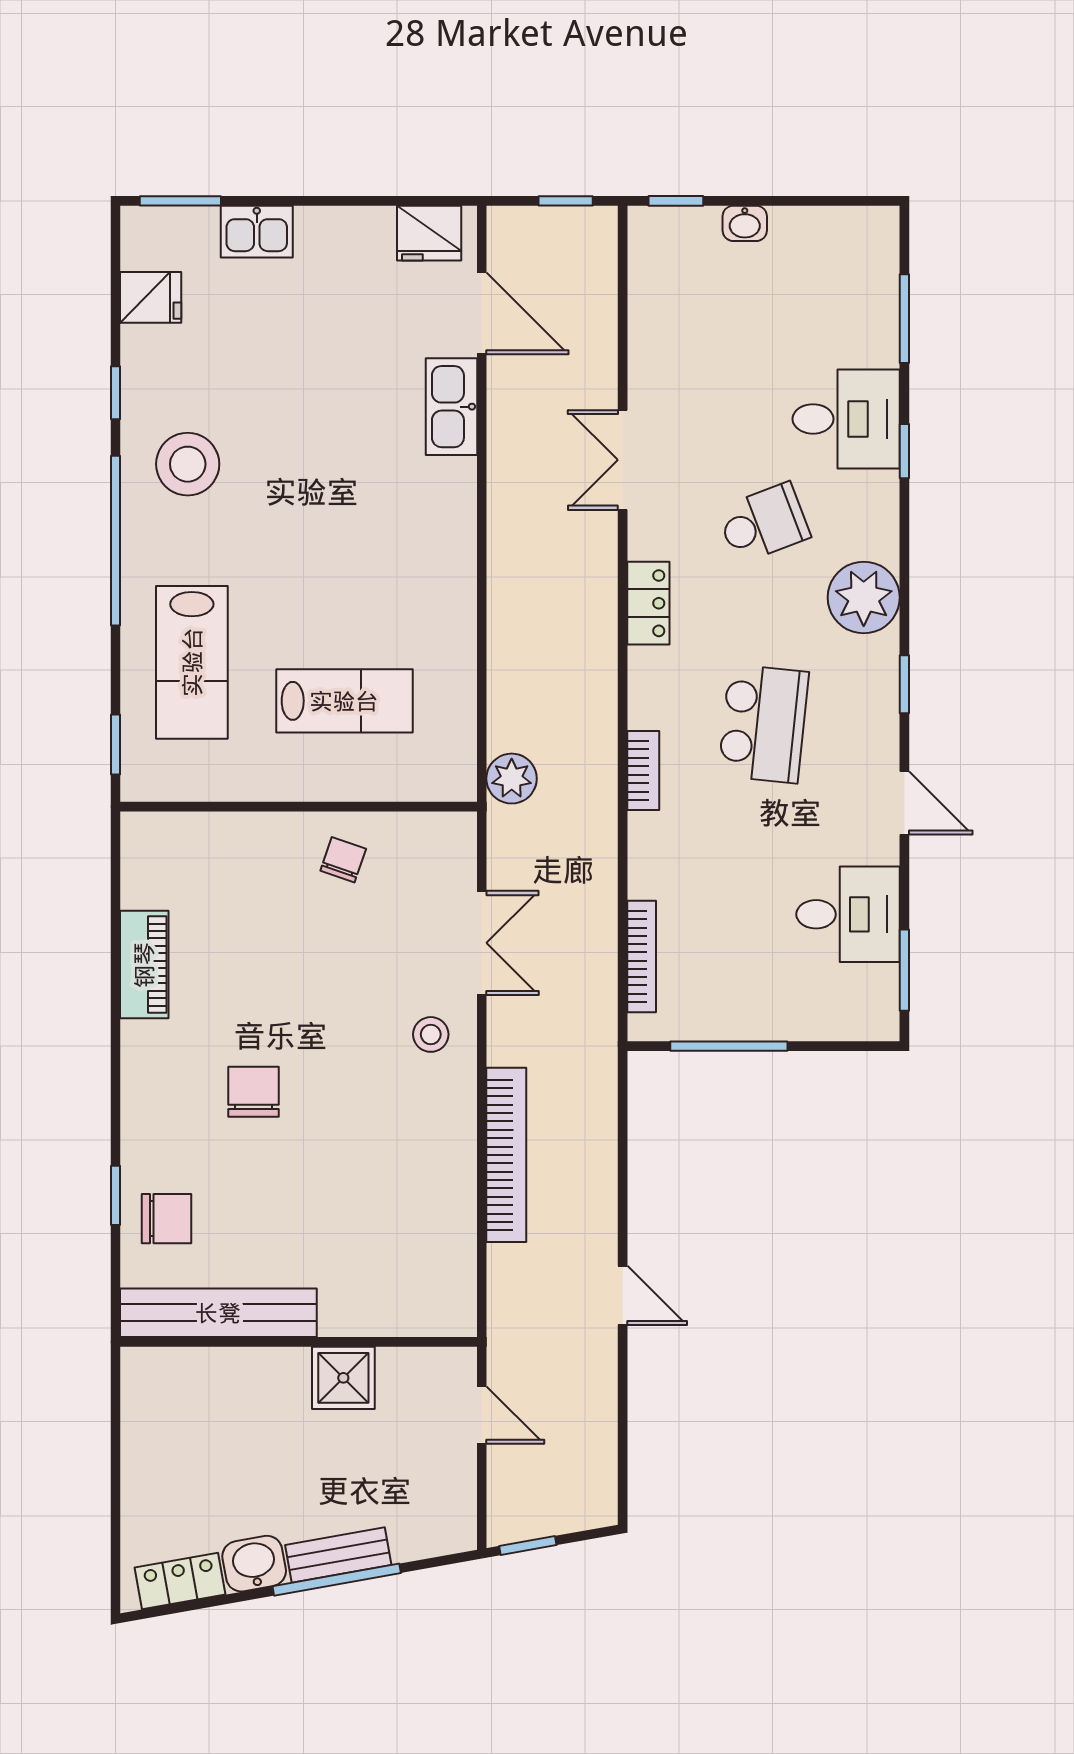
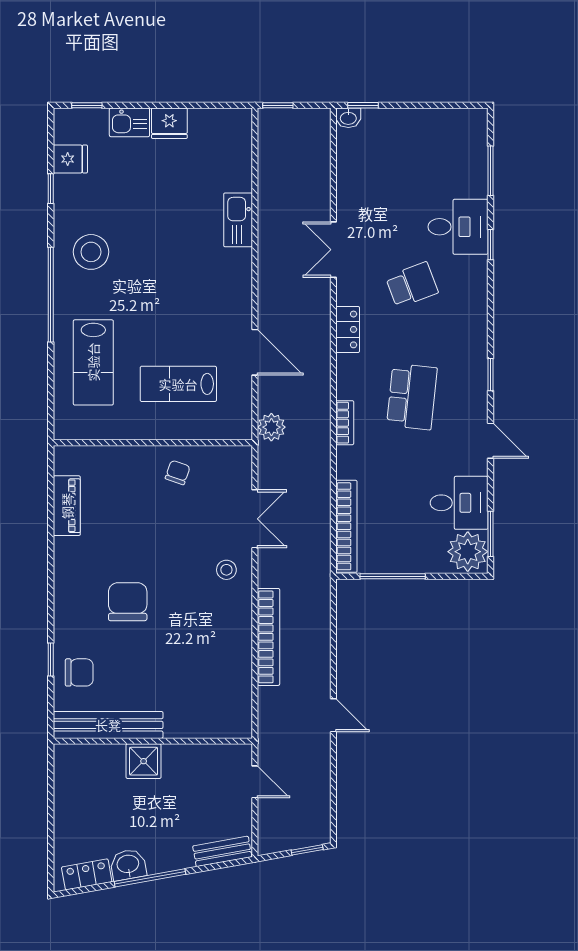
window: (180, 201) -> (87, 105), width x0.67
window: (566, 201) -> (278, 105), moved
washbasin: (745, 223) -> (348, 118), moved
fridge: (429, 233) -> (169, 123), moved
door: (482, 313) -> (255, 352), moved
window: (115, 393) -> (51, 189), moved
plant: (864, 597) -> (468, 552), moved
lab bench: (344, 701) -> (178, 384), turned 180
window: (115, 744) -> (51, 408), removed
bookcase: (642, 957) -> (346, 526), width x1.48, depth x1.31
piano: (144, 965) -> (67, 506), moved
chair: (254, 1092) -> (128, 602), width x1.37, depth x1.37
shower: (343, 1378) -> (144, 761), moved
window: (528, 1546) -> (307, 850), moved
bench: (338, 1555) -> (222, 851), moved
window: (337, 1580) -> (150, 878), moved

